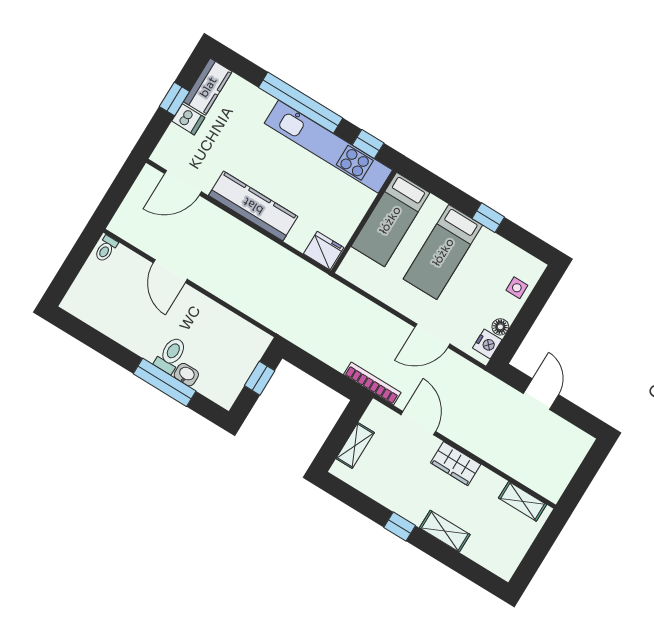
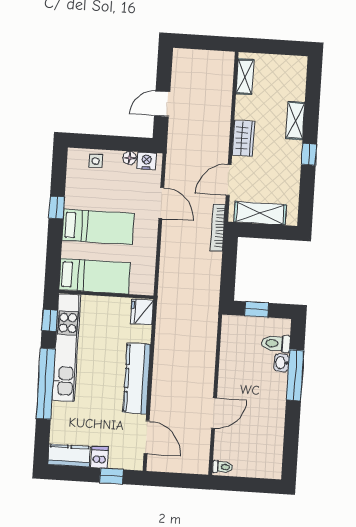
window: (174, 99) -> (111, 476), moved
toilet: (171, 355) -> (276, 344), moved
shelving: (355, 446) -> (260, 213), width x1.50, depth x1.33

